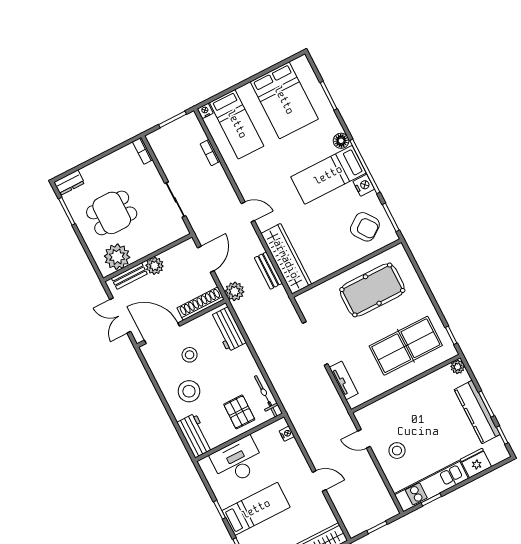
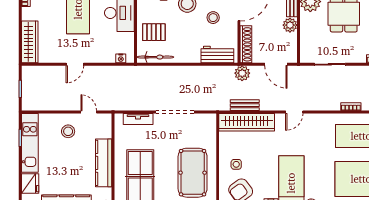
side table: (338, 247) -> (236, 164), added
kitchen counter: (412, 394) -> (104, 163), added
door: (364, 439) -> (89, 112), hinge flipped

